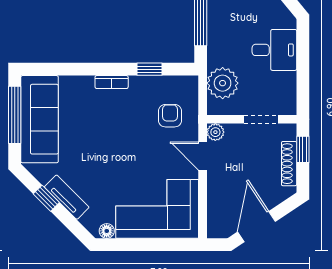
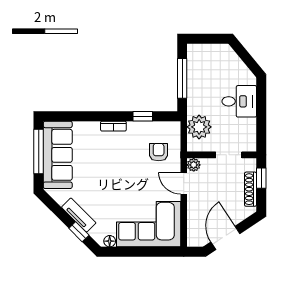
window: (46, 198) -> (79, 232), moved

